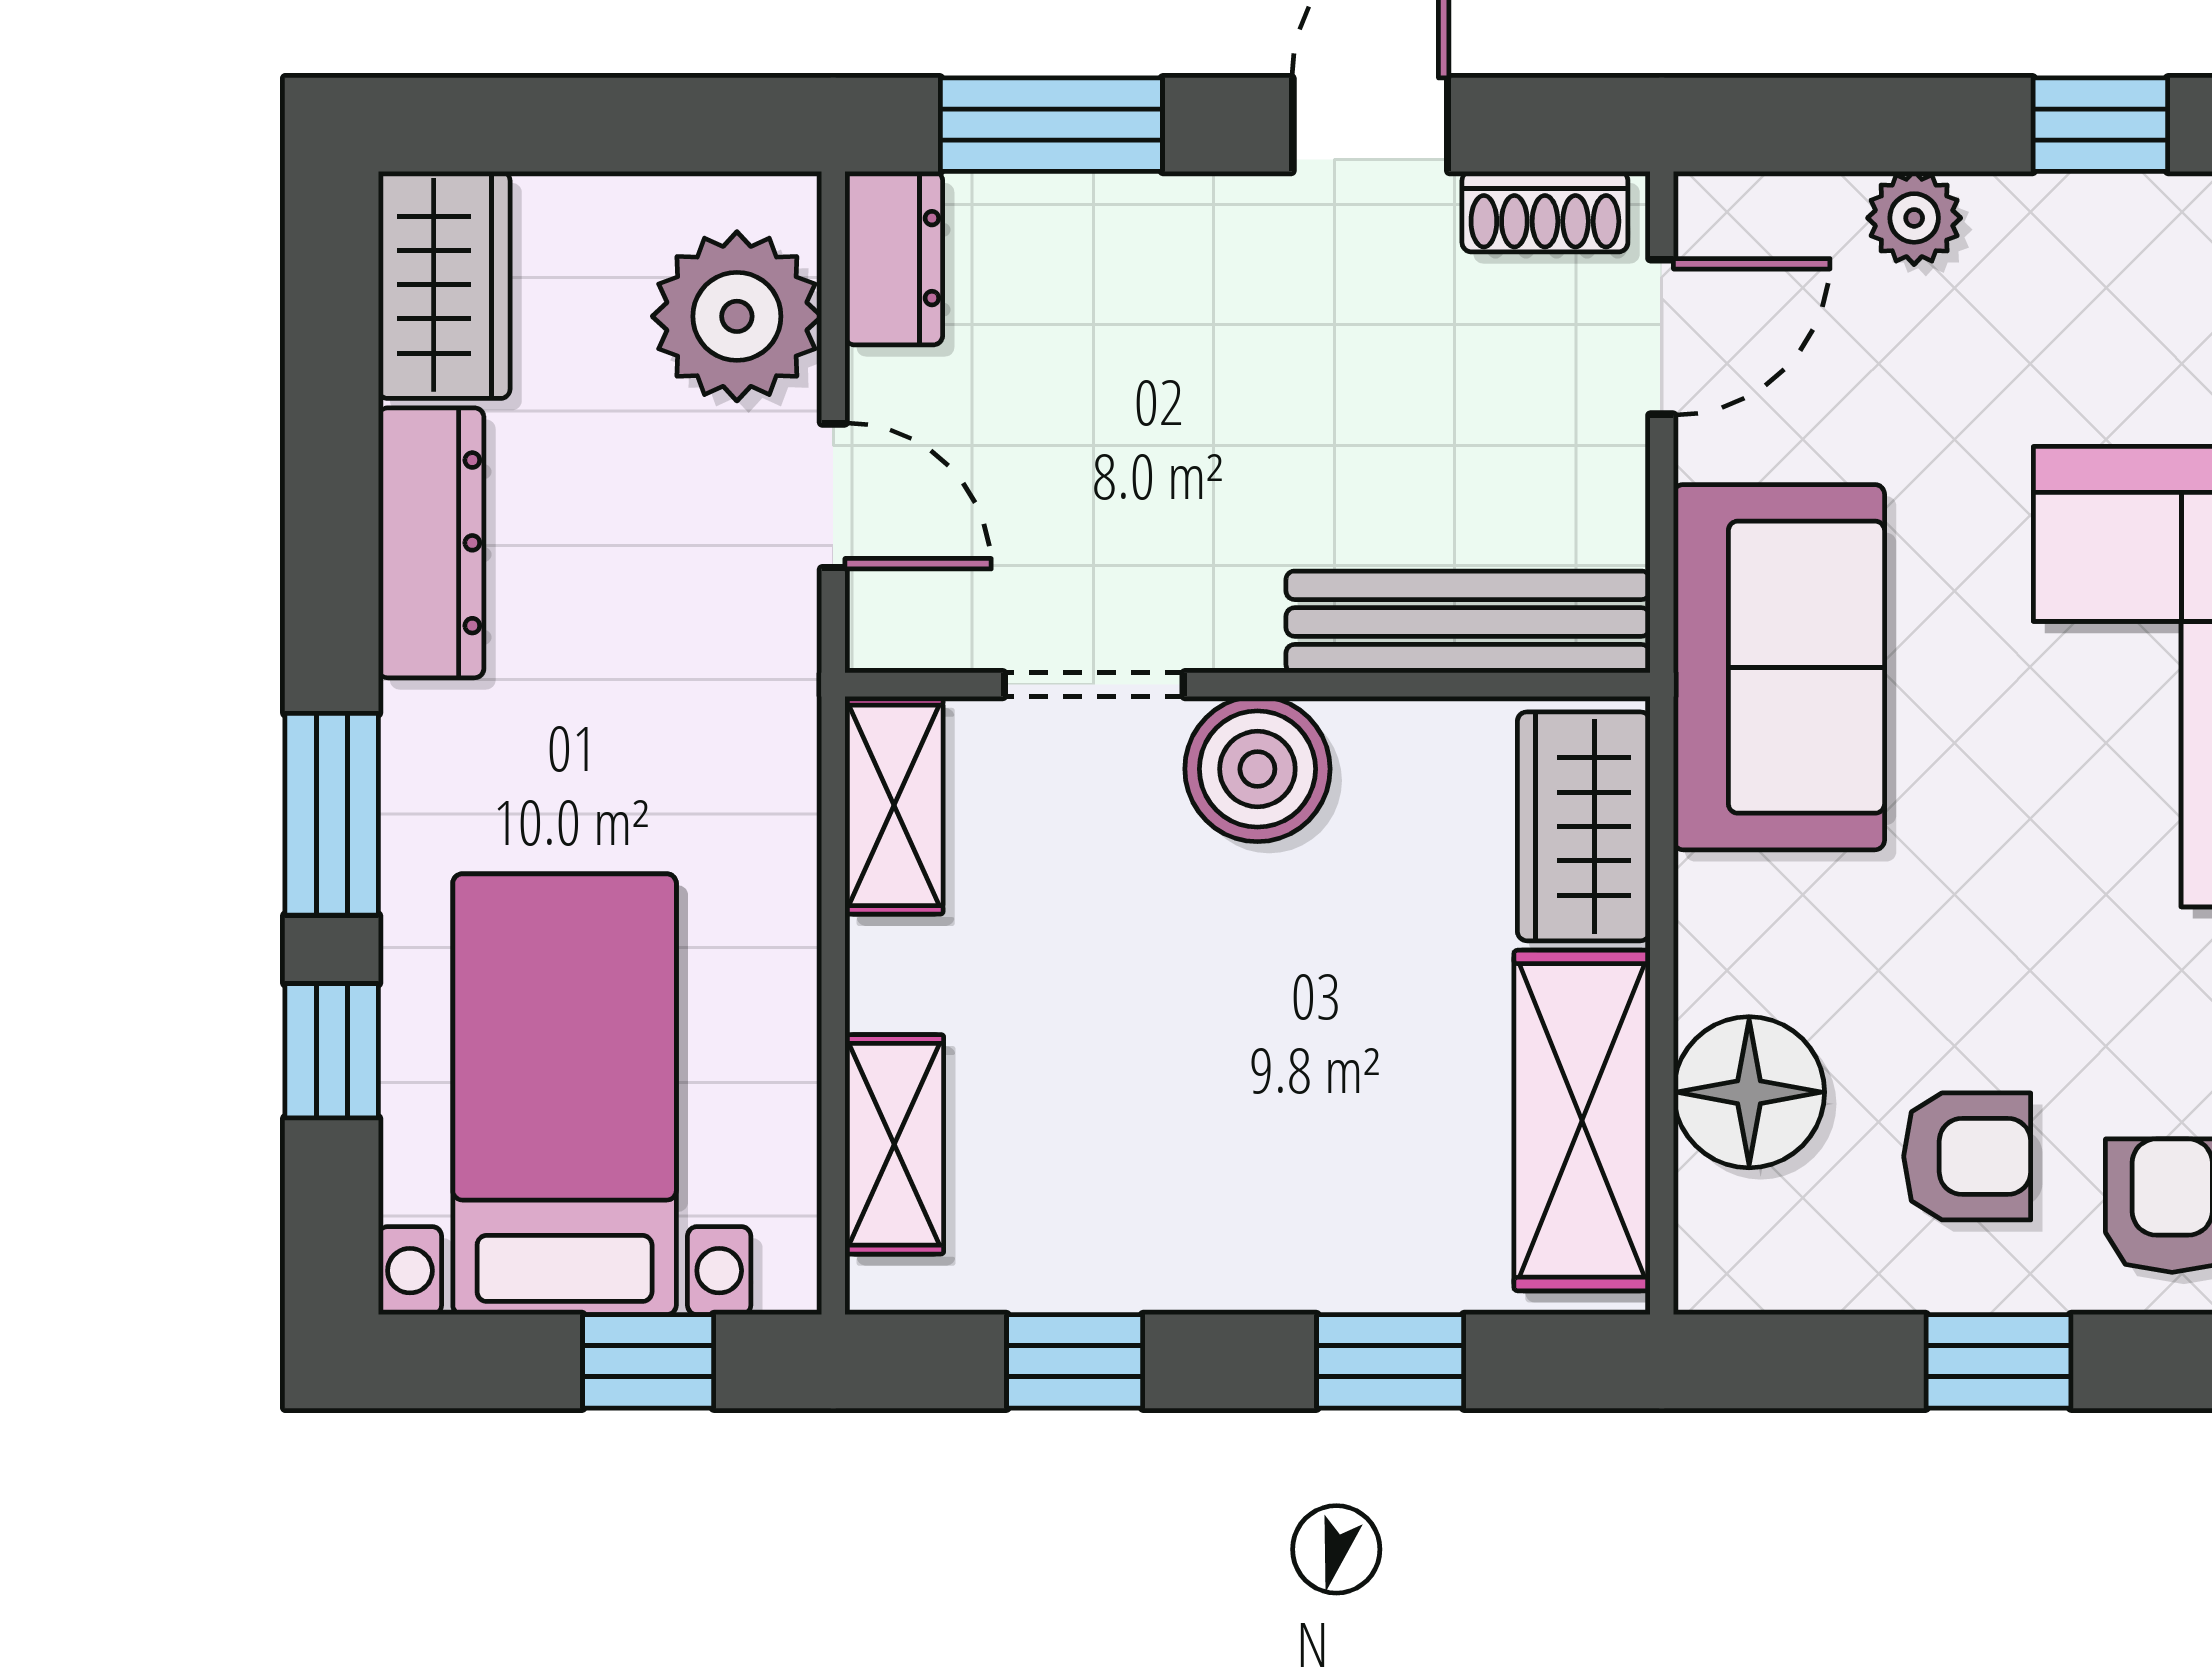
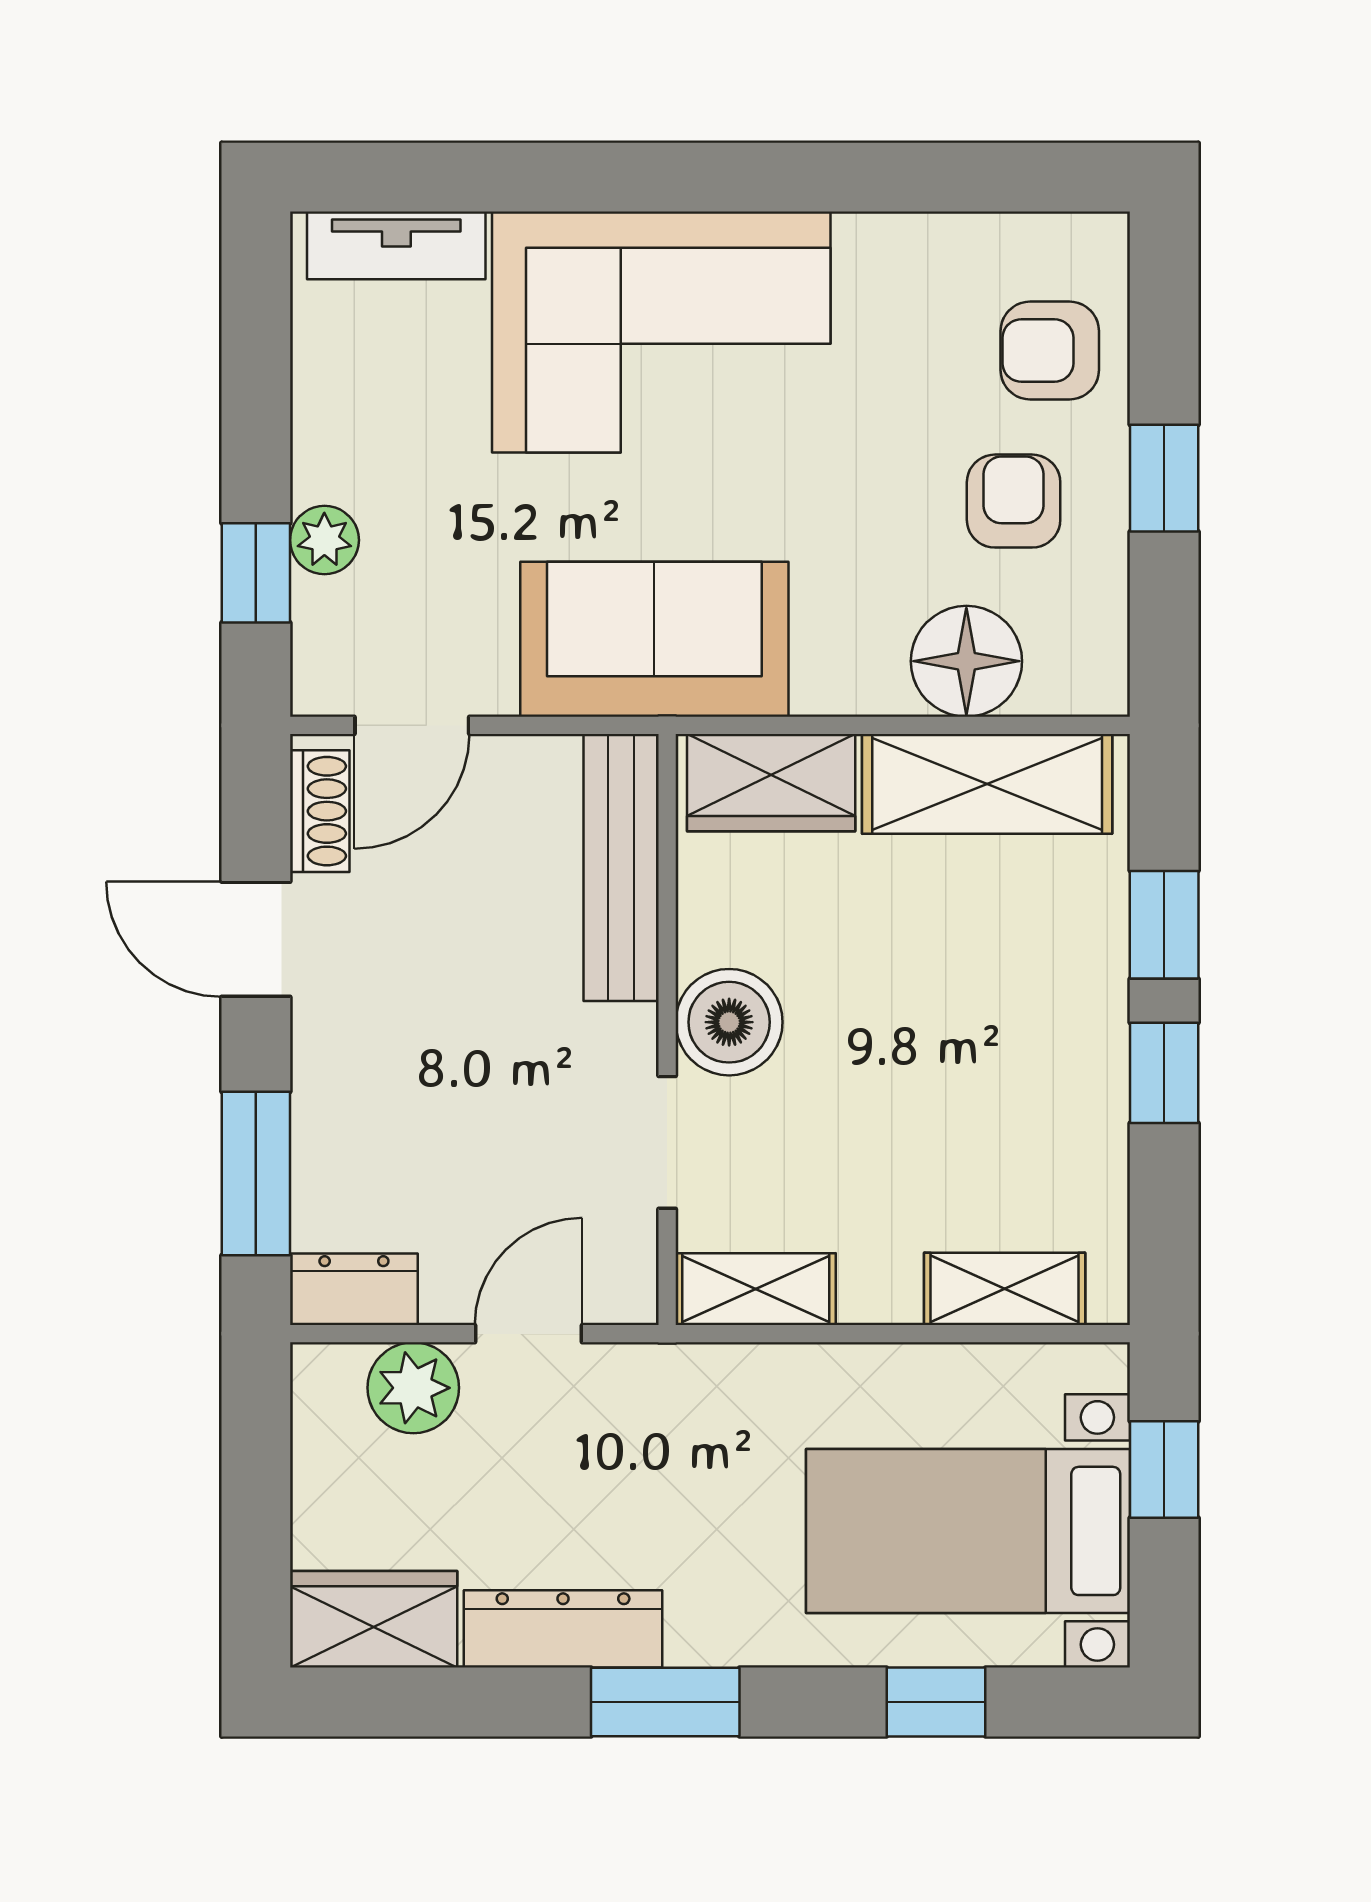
window: (2100, 125) -> (256, 573), moved
plant: (737, 316) -> (413, 1388), width x0.73, depth x0.73
door: (1662, 337) -> (412, 725), swing flipped
window: (332, 814) -> (665, 1702), moved
window: (1075, 1361) -> (1164, 1073), moved

